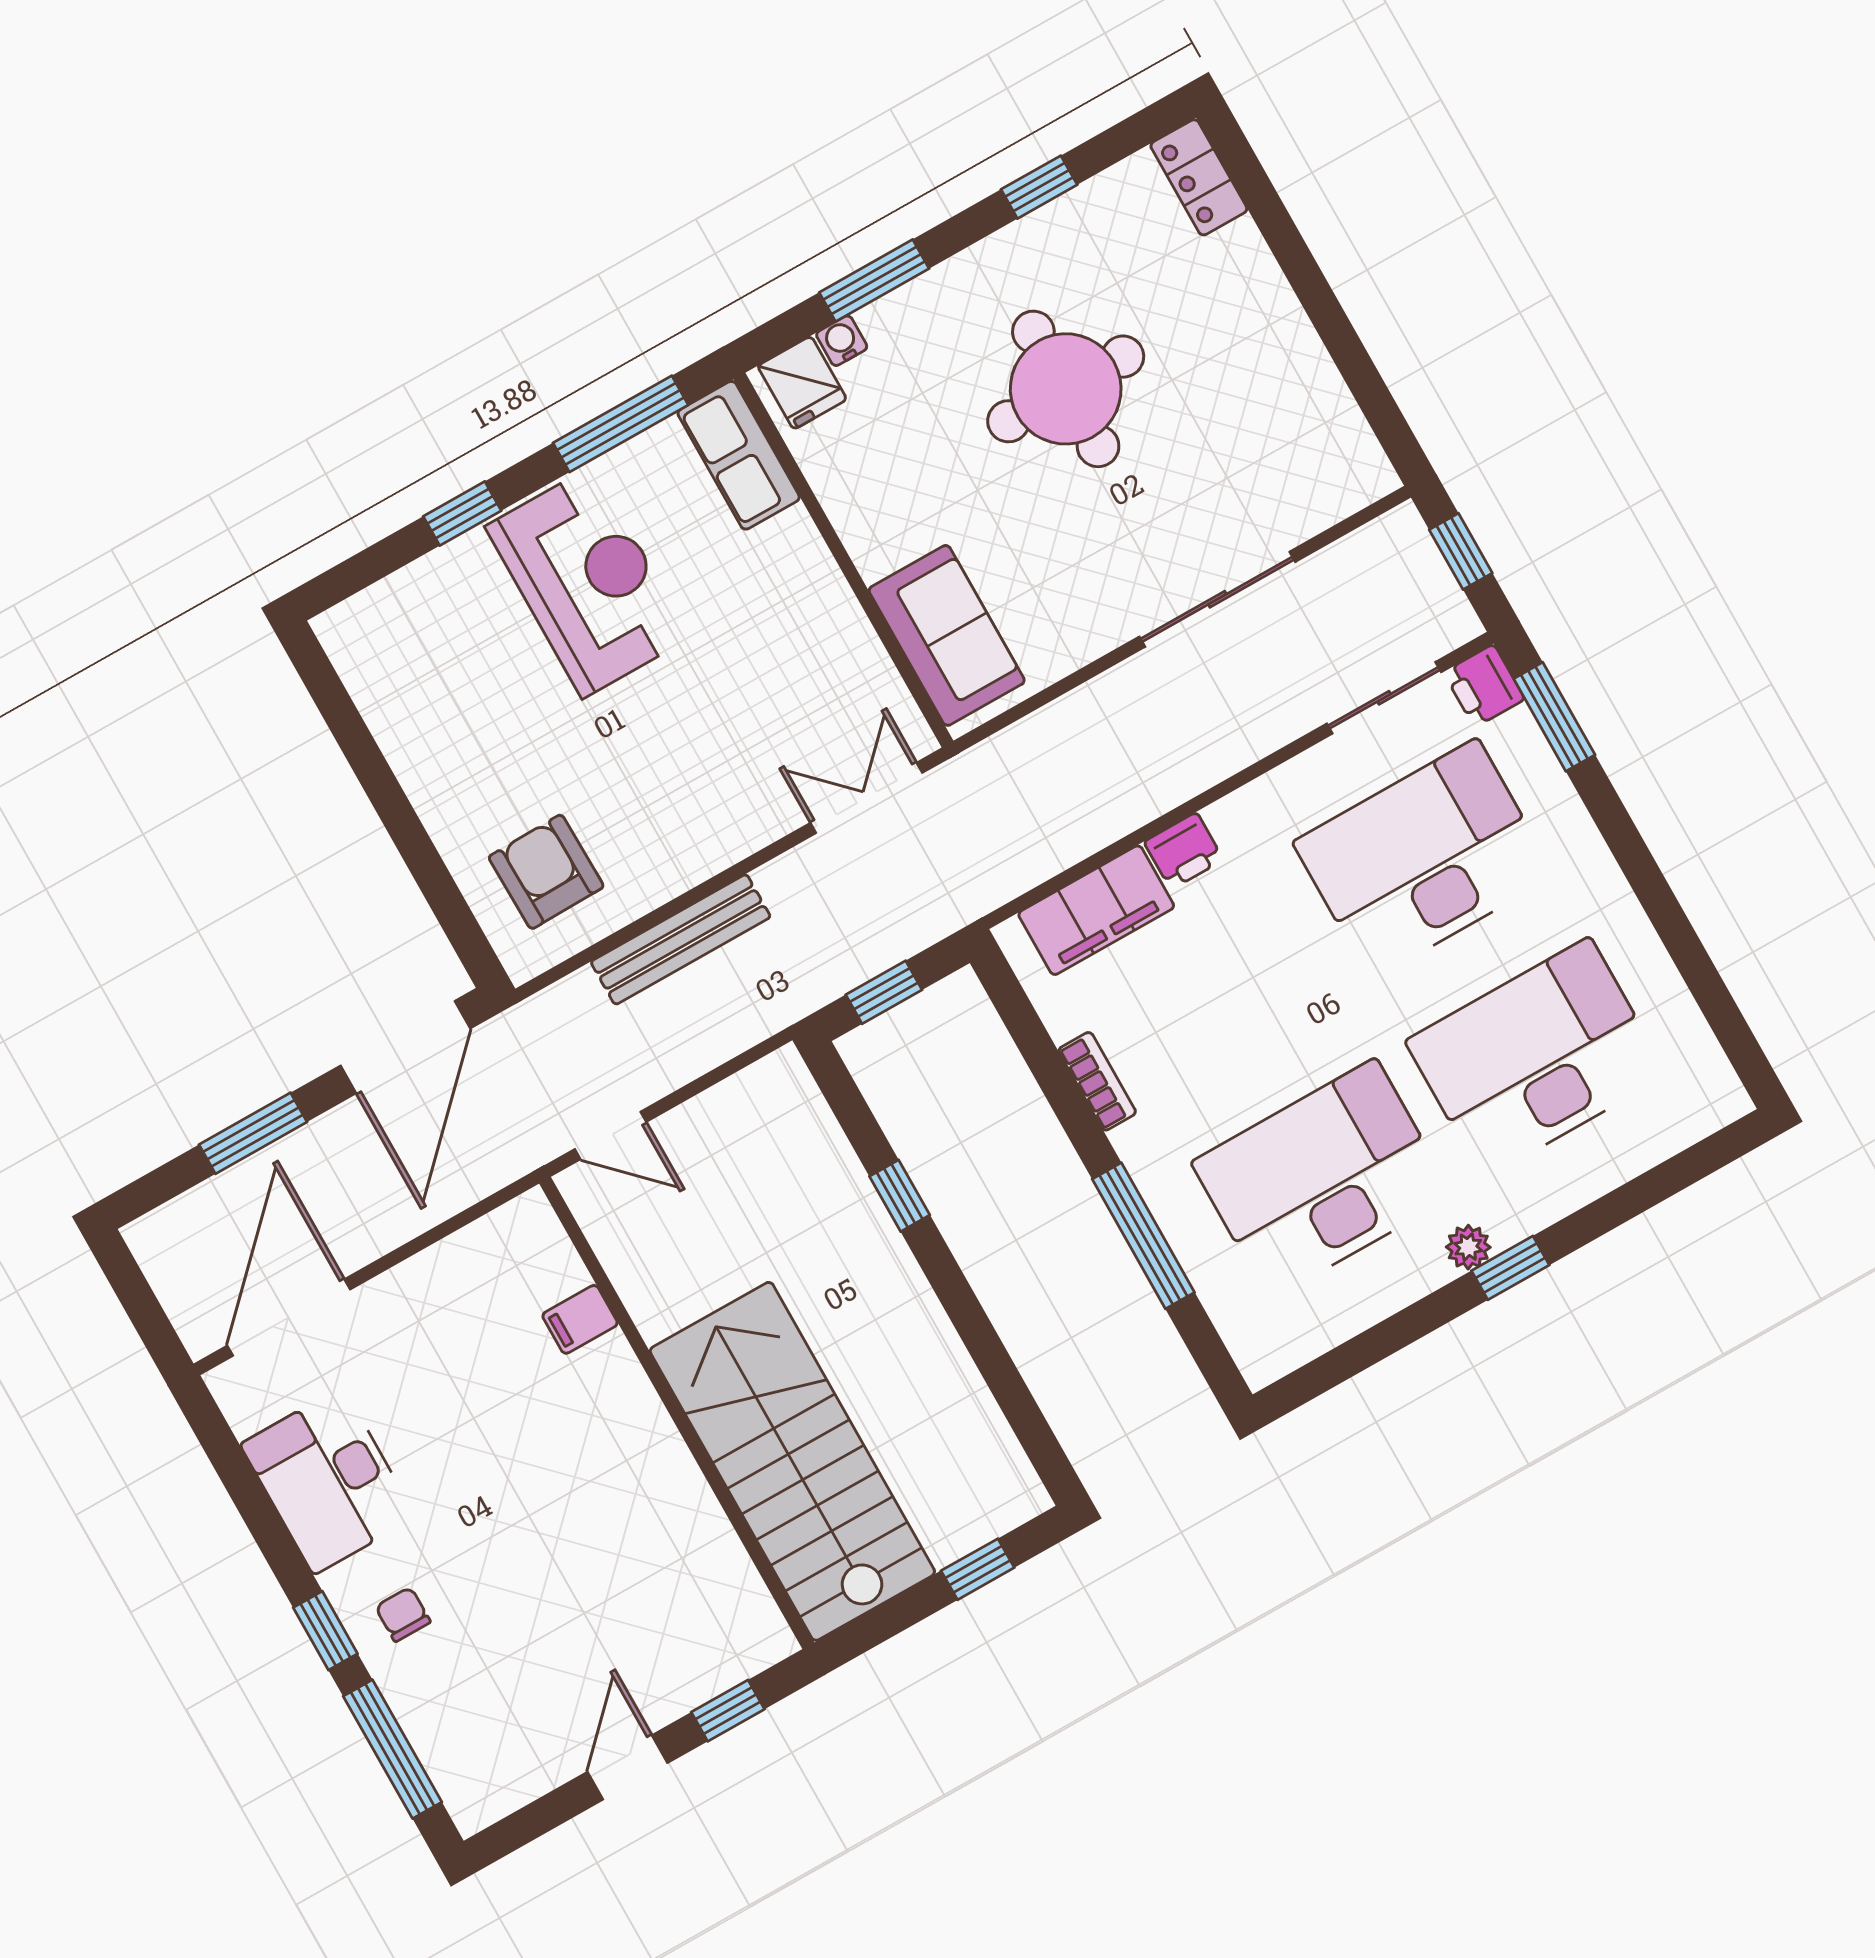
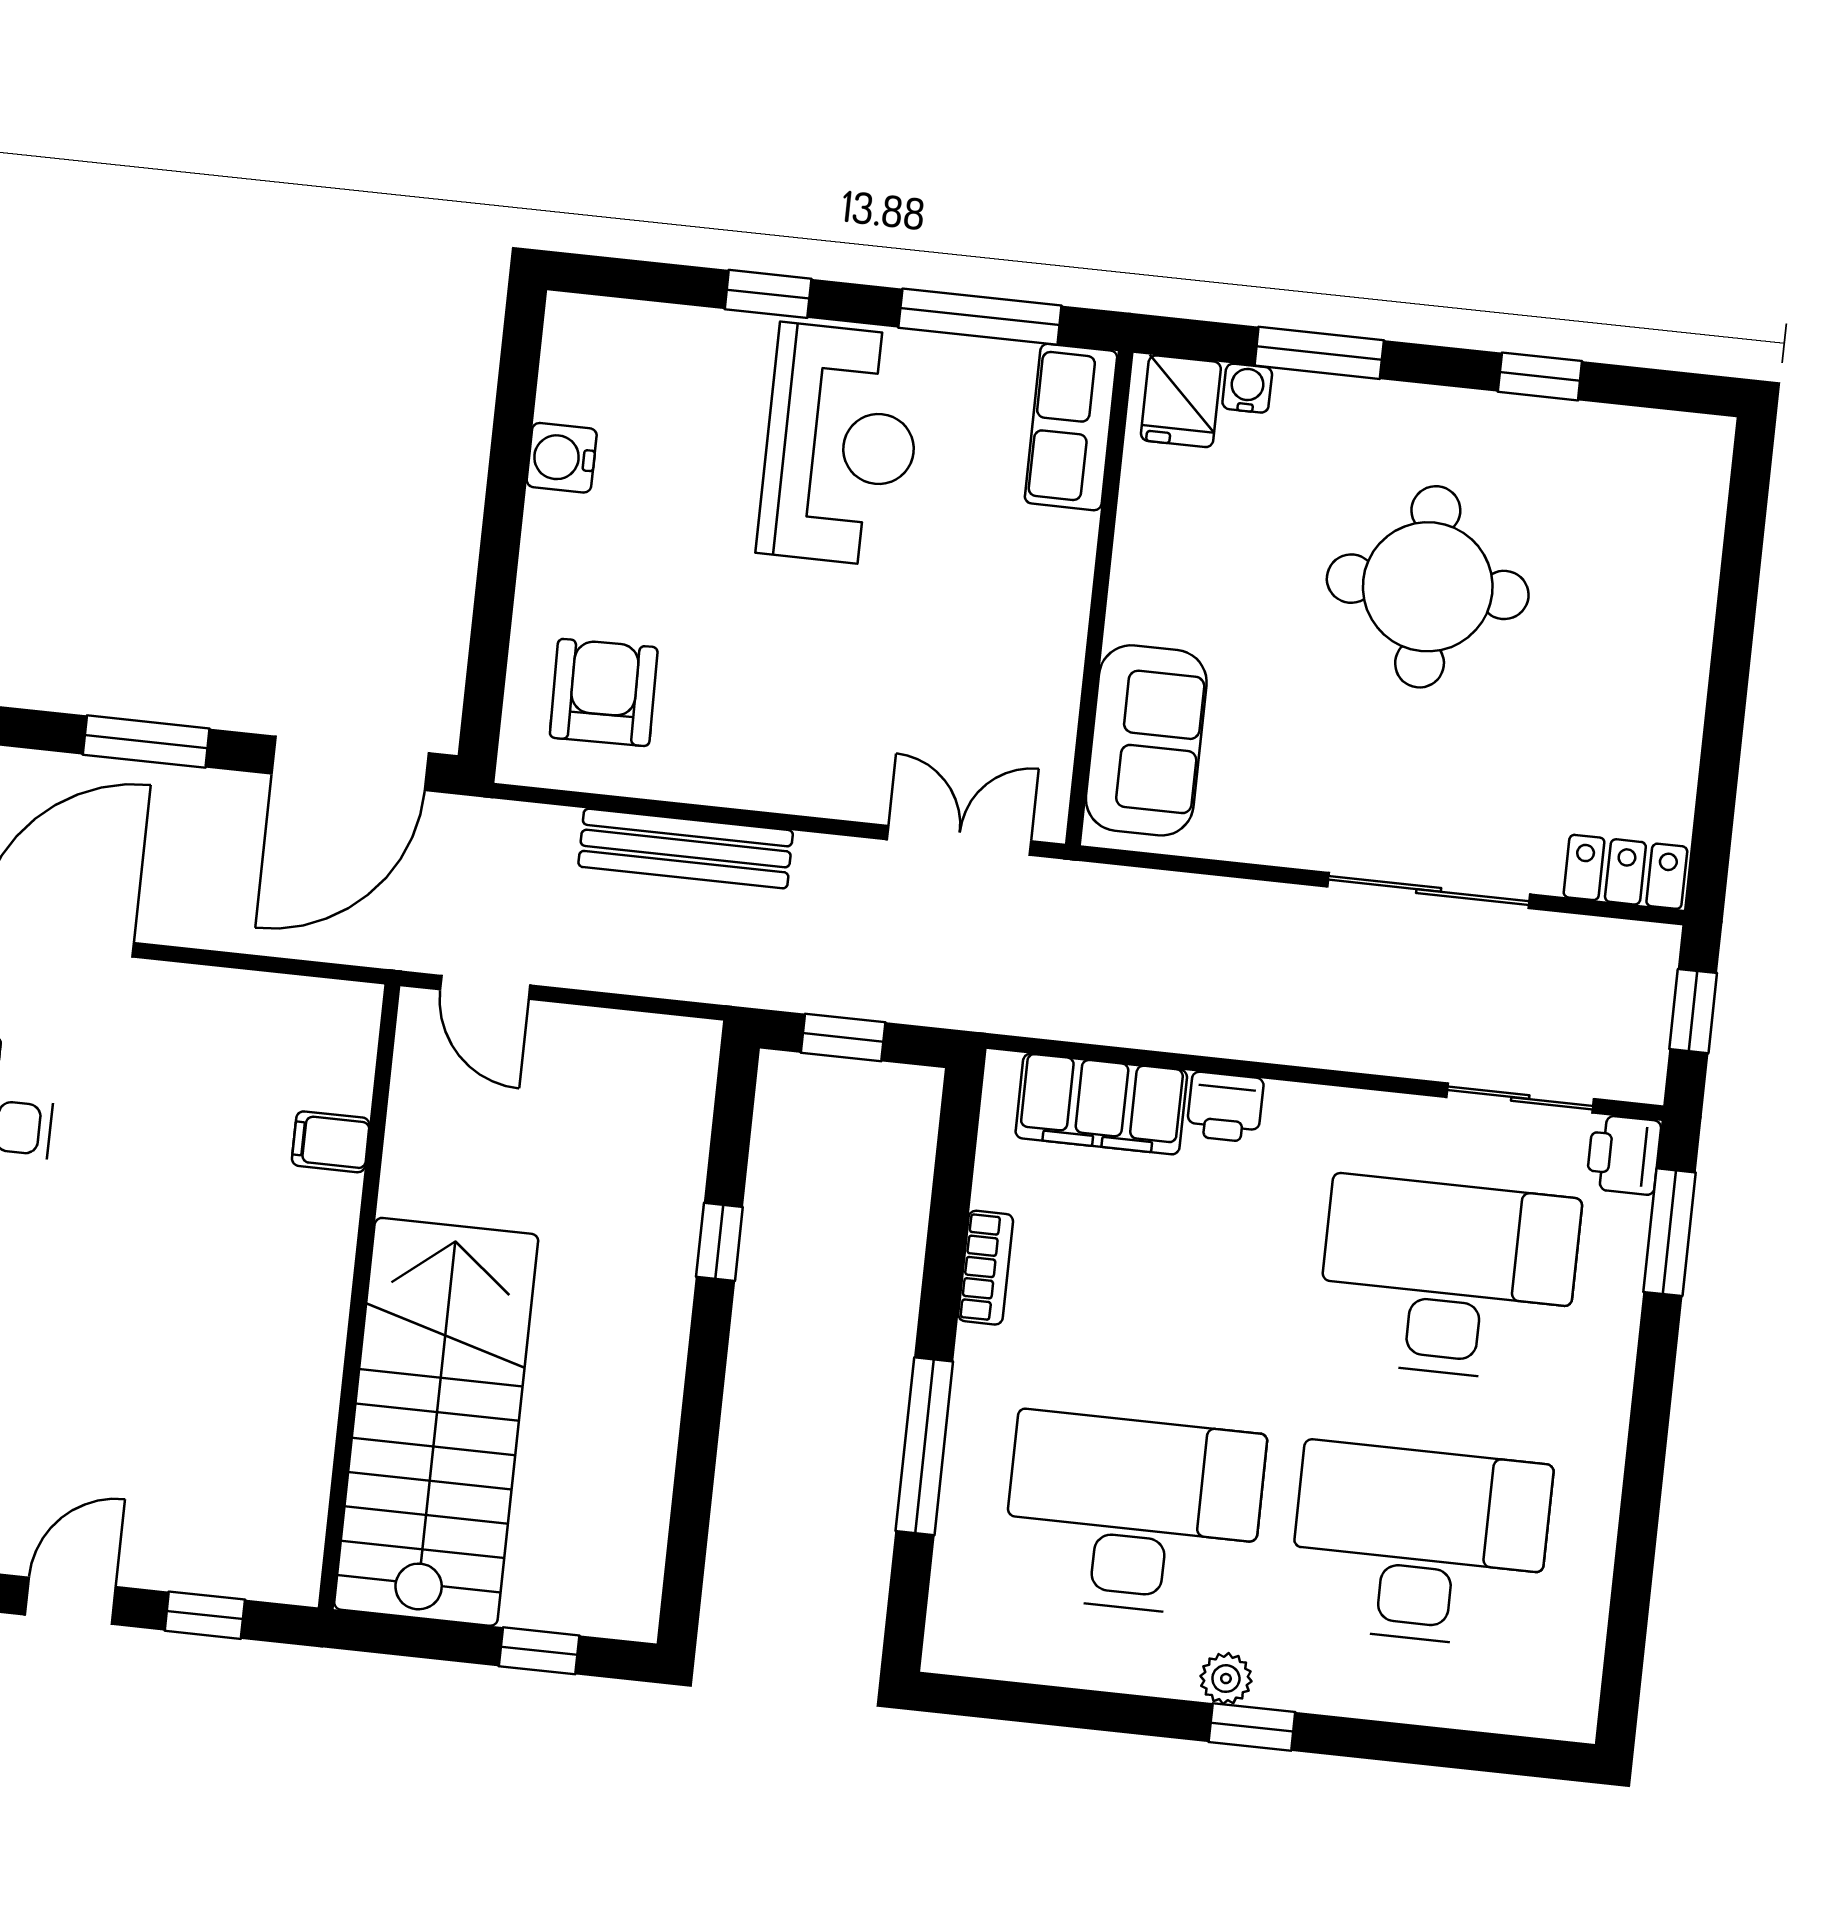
locker: (1199, 177) -> (1625, 872), moved, turned 90
water cooler: (400, 730) -> (562, 458), added

